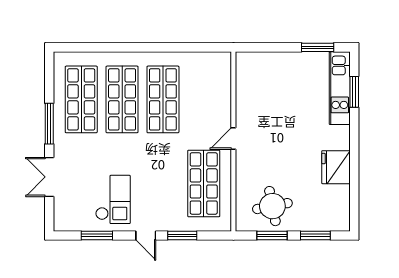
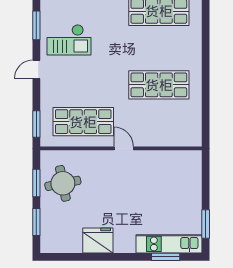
shop shelf: (122, 99) -> (159, 48), removed
window: (182, 235) -> (36, 124), moved

